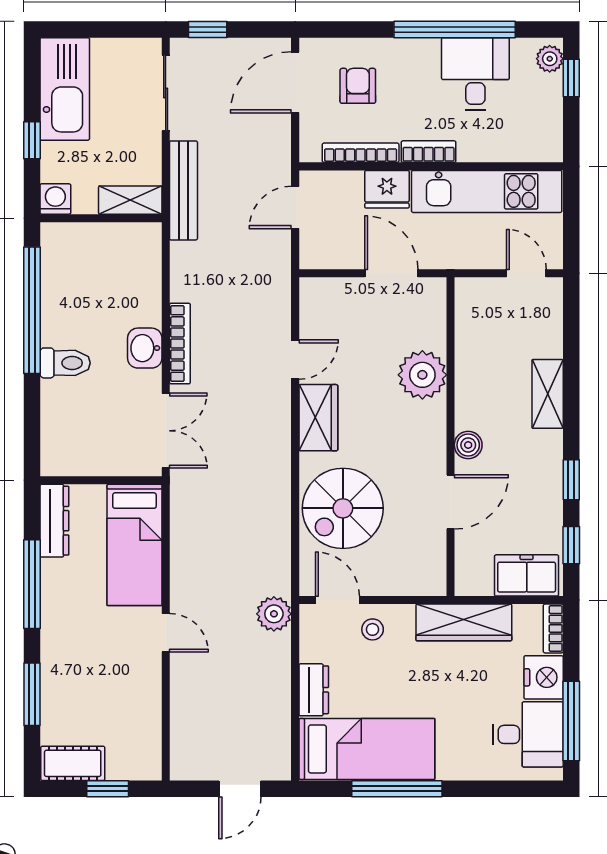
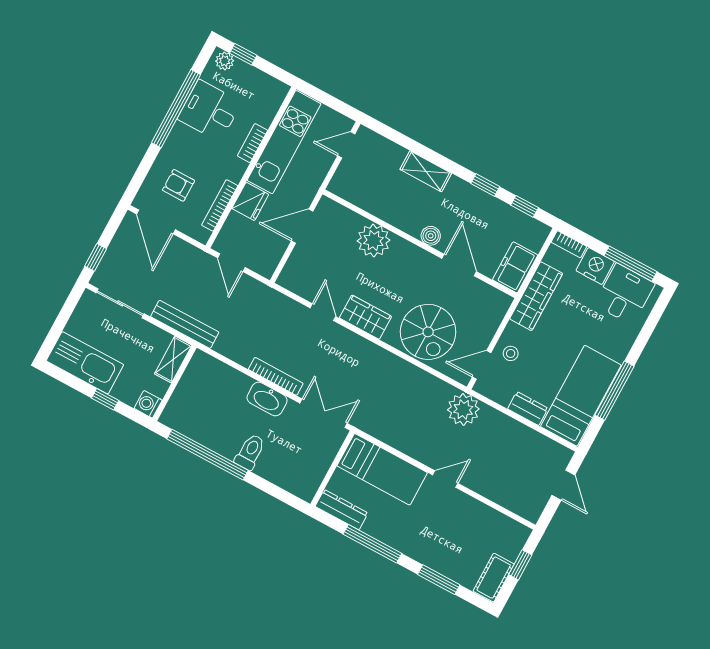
bookcase: (429, 152) -> (253, 143), moved
washbasin: (145, 348) -> (267, 399), width x1.38
freezer: (527, 575) -> (515, 267), moved
plant: (274, 614) -> (463, 409), width x1.36, depth x1.36

